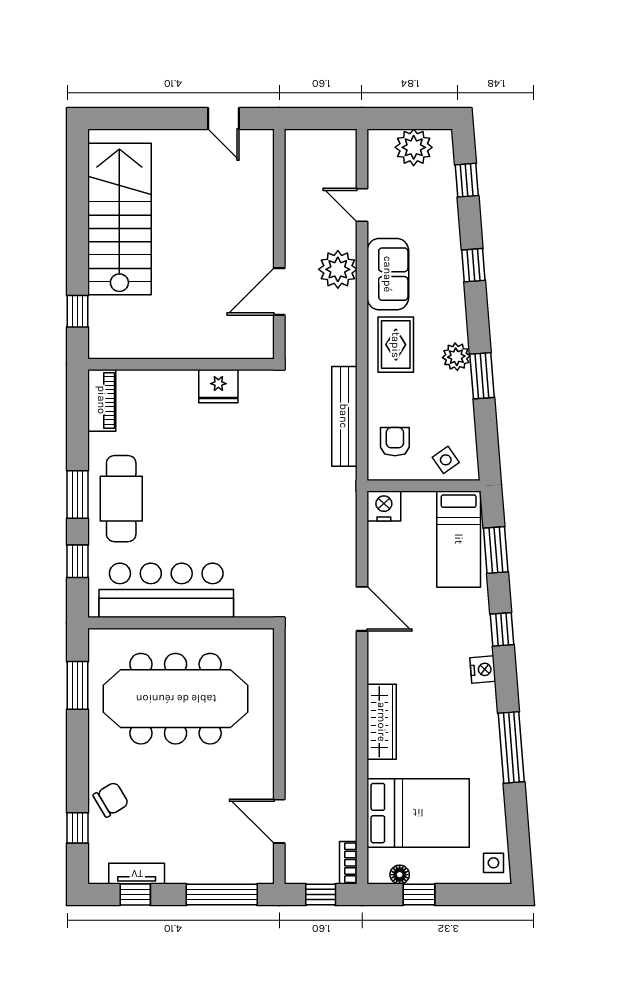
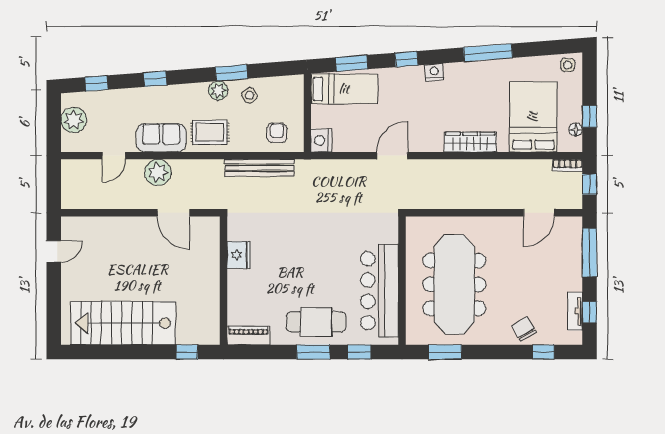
armchair: (395, 442) -> (277, 133), turned 90
side table: (446, 460) -> (249, 95), moved

